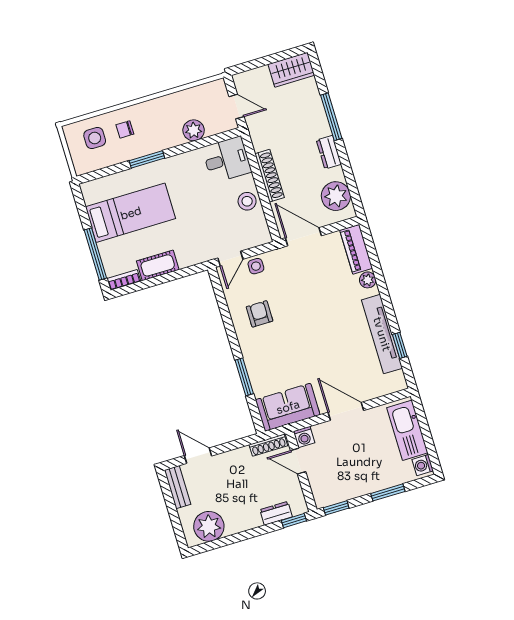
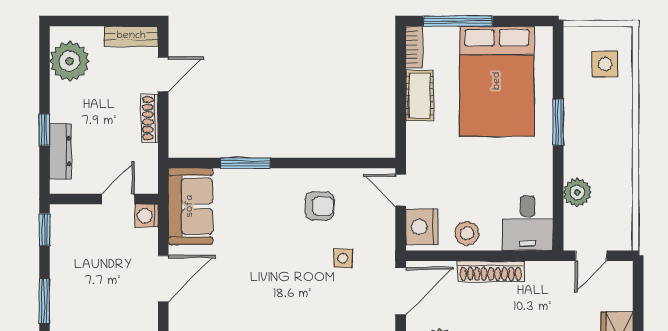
chair: (125, 129) -> (604, 106), removed
bed: (131, 213) -> (497, 81), width x1.50
nightstand: (252, 235) -> (422, 227), added
side table: (256, 266) -> (343, 258), moved
shoe rack: (268, 445) -> (150, 118), moved
dresser: (276, 513) -> (61, 151), width x1.44
window: (294, 521) -> (44, 130), moved

